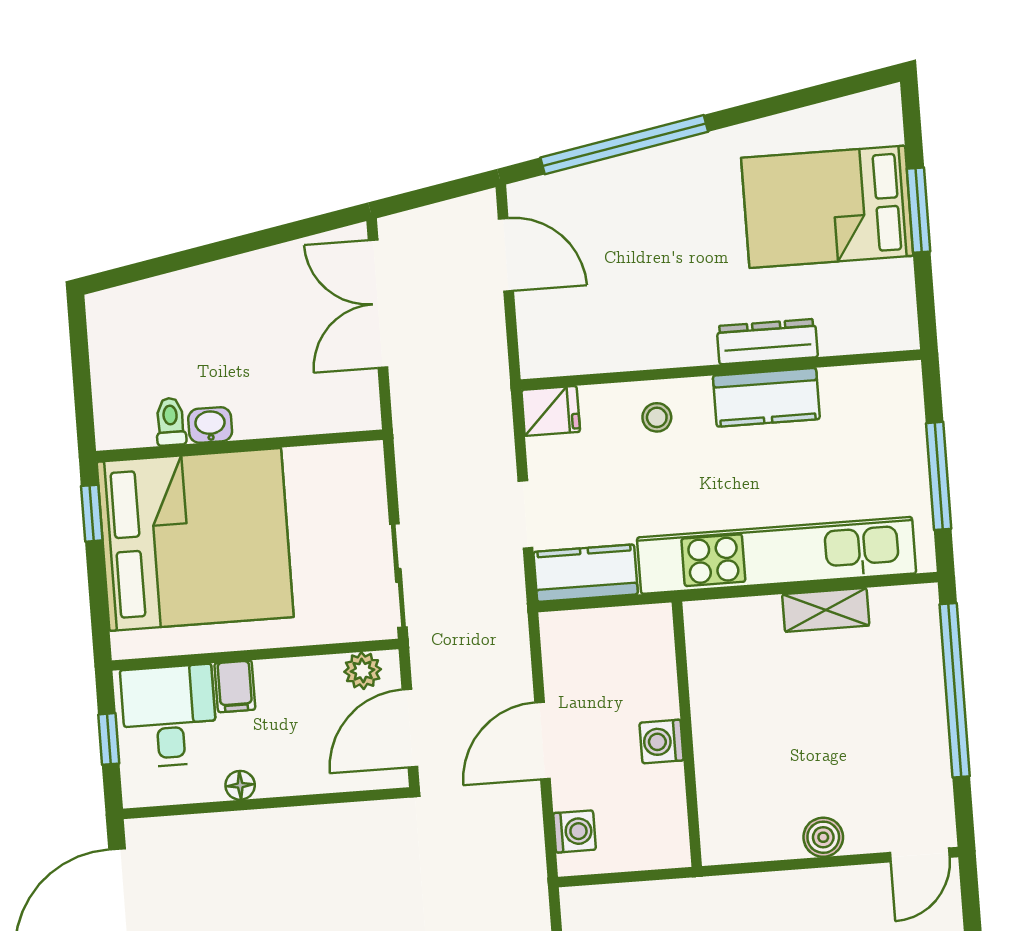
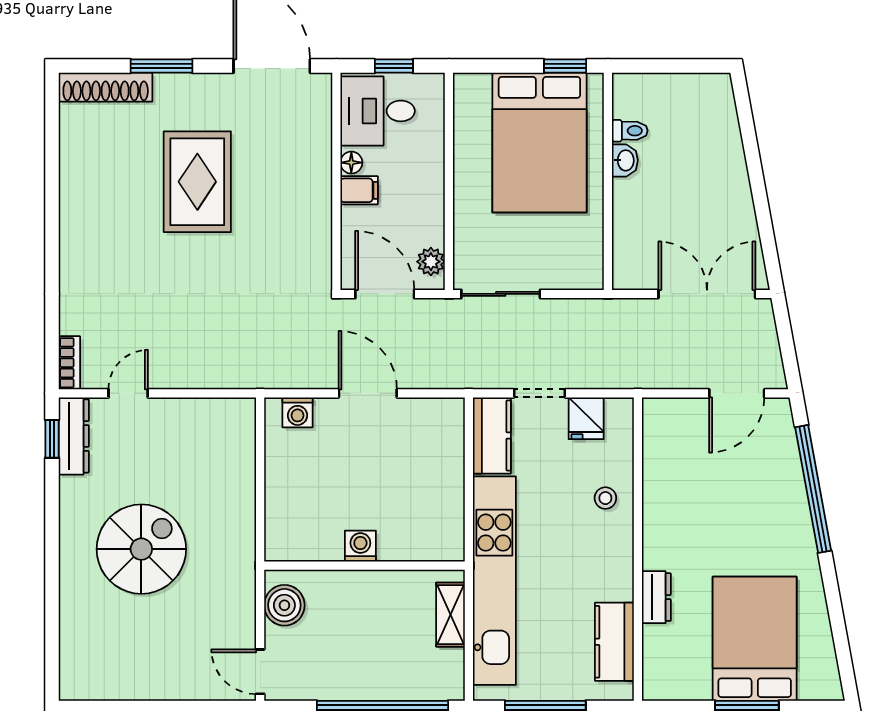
dresser: (767, 342) -> (656, 597), width x0.70
kitchen counter: (766, 397) -> (614, 642), moved
fridge: (551, 411) -> (586, 418), moved
bed: (195, 539) -> (539, 143), width x0.73
filing cabinet: (235, 686) -> (359, 190), moved, turned 180
desk: (169, 716) -> (378, 111), moved, turned 180
wall: (687, 734) -> (364, 566), moved
washing machine: (661, 742) -> (360, 546), moved
boiler: (823, 837) -> (284, 605), width x1.36, depth x1.36

